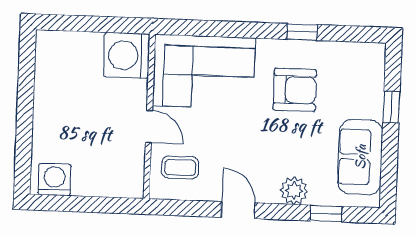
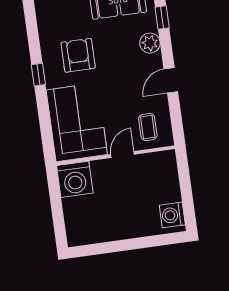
window: (302, 32) -> (38, 75), moved

